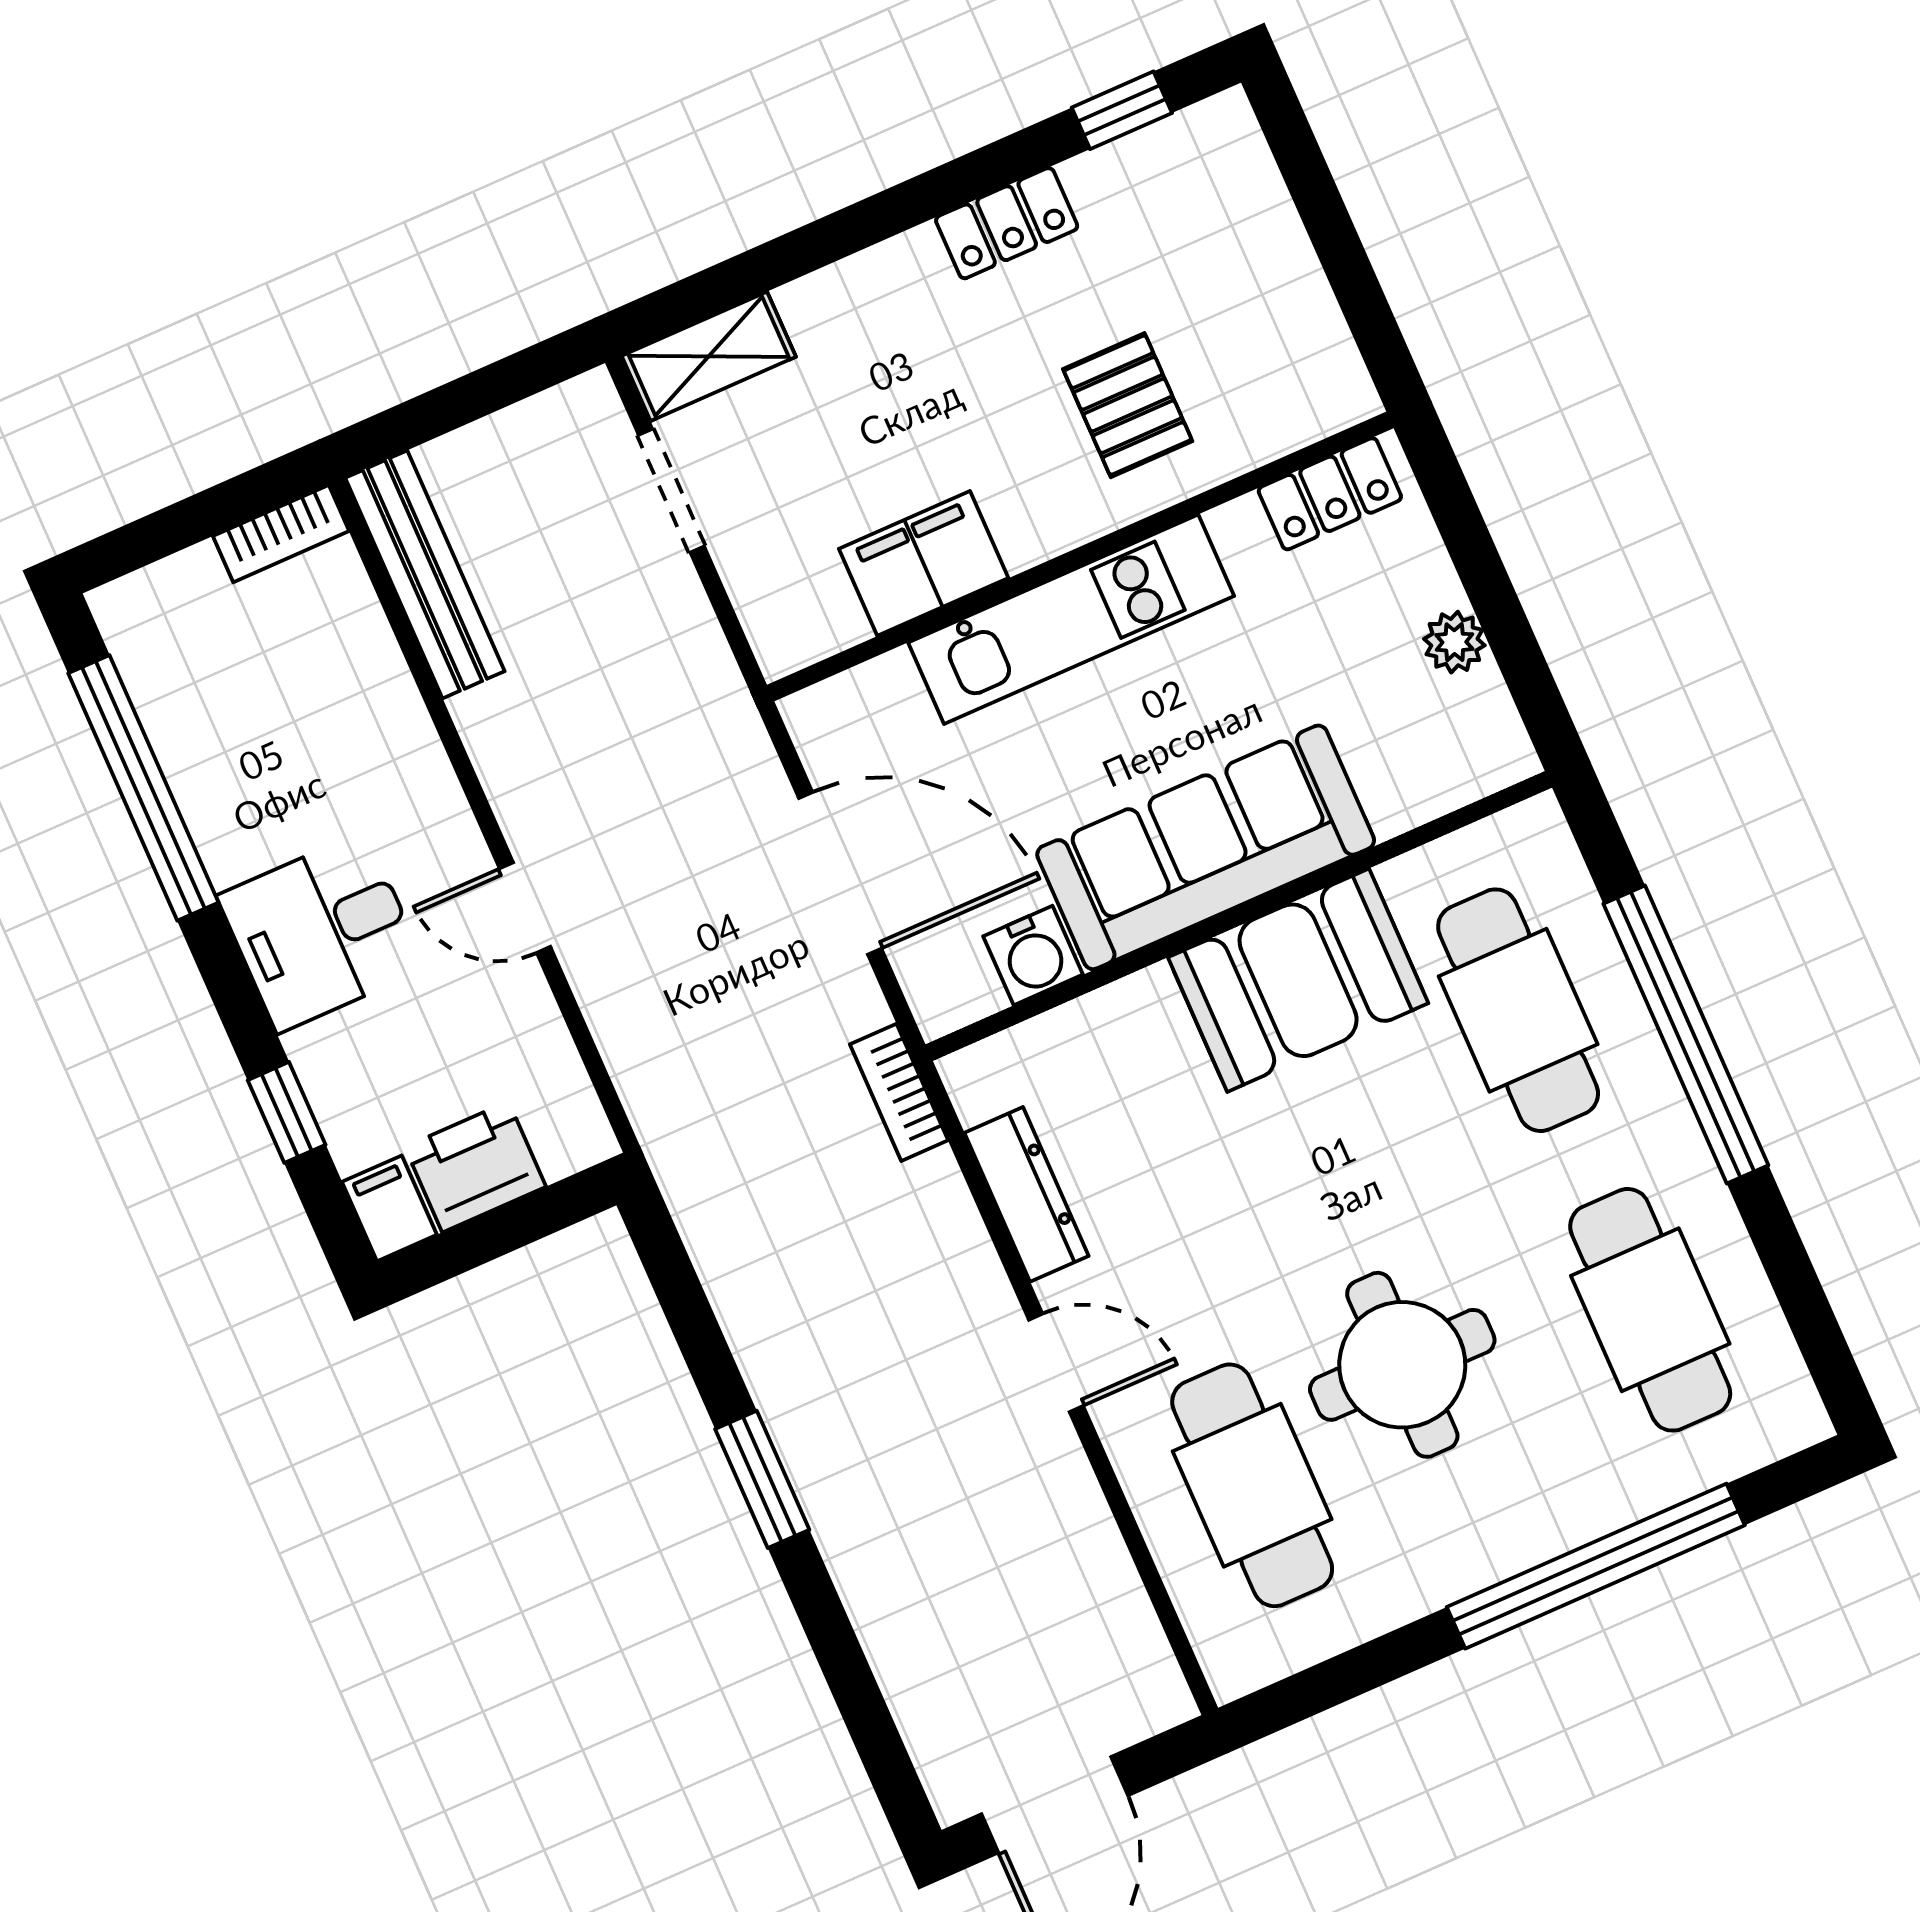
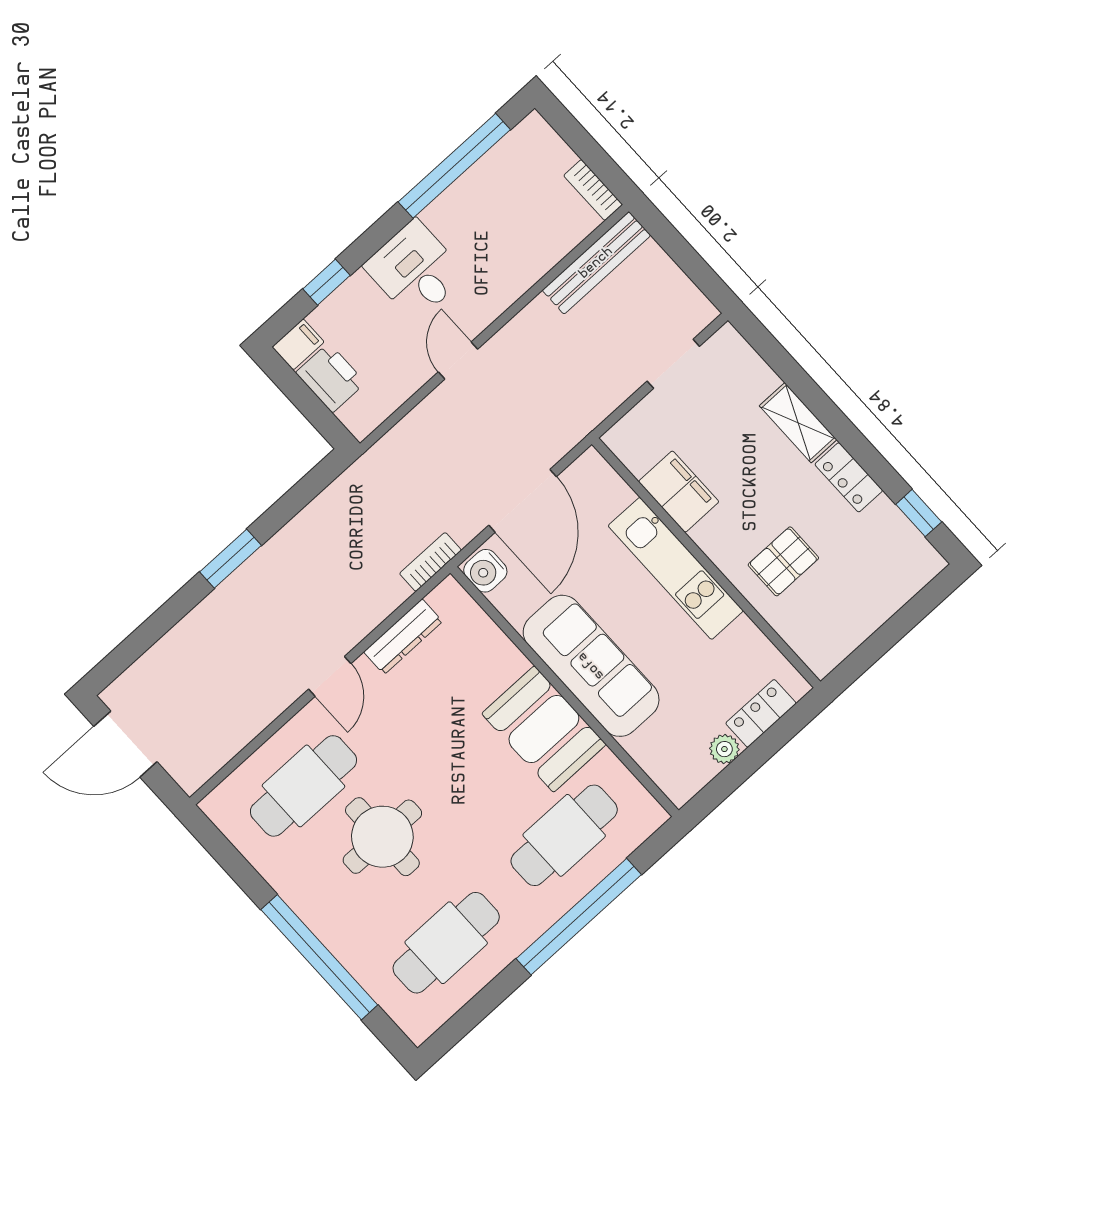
shelving: (709, 356) -> (798, 423), moved
locker: (1330, 494) -> (761, 713), moved, turned 90
water cooler: (1033, 955) -> (485, 571), moved

